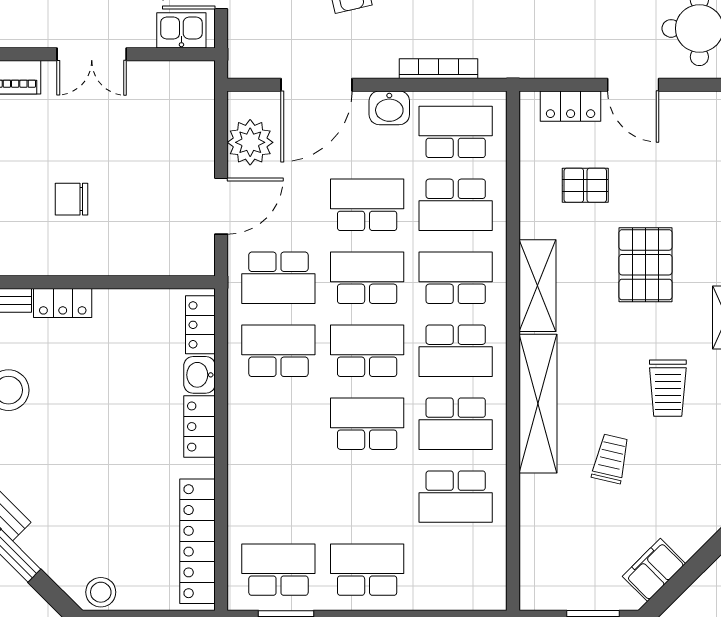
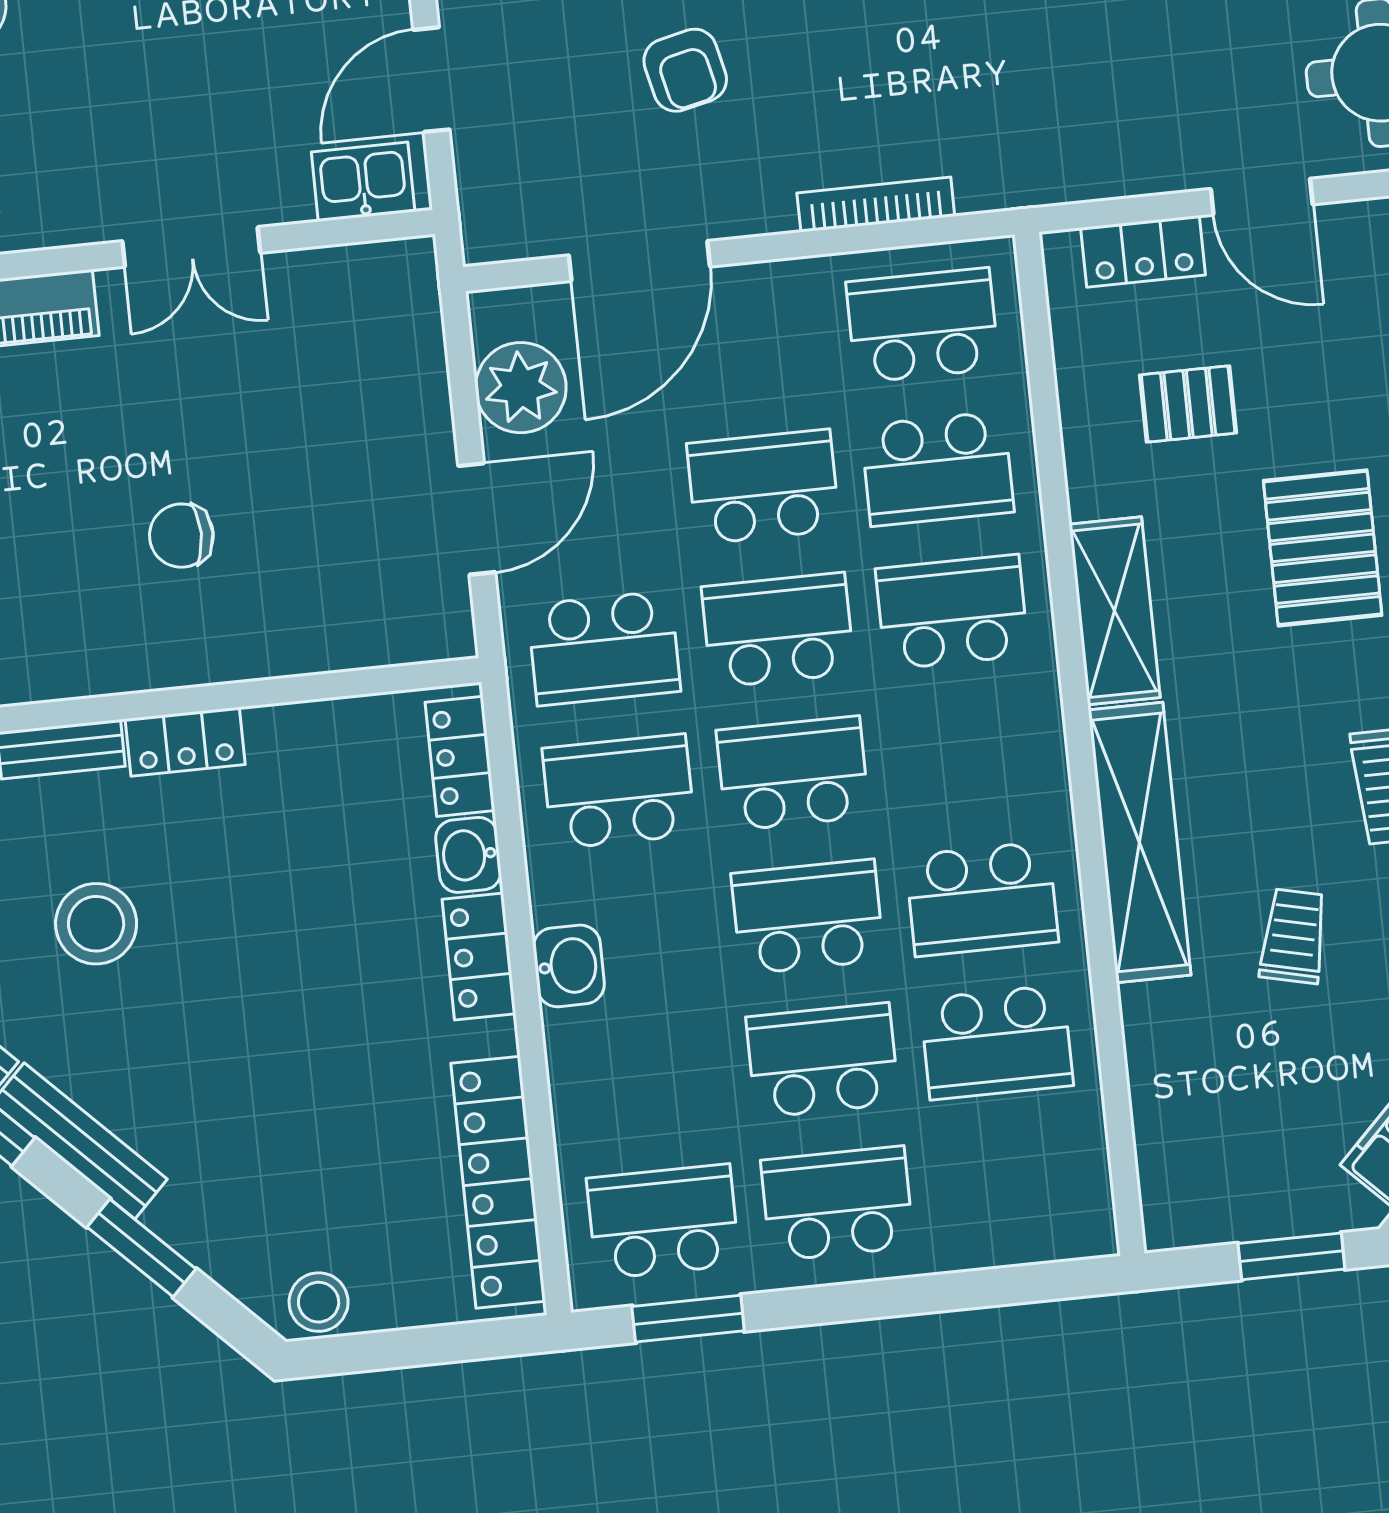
washbasin: (389, 108) -> (569, 966), moved, turned -90
school desk: (456, 351) -> (822, 1060), moved, turned 180

